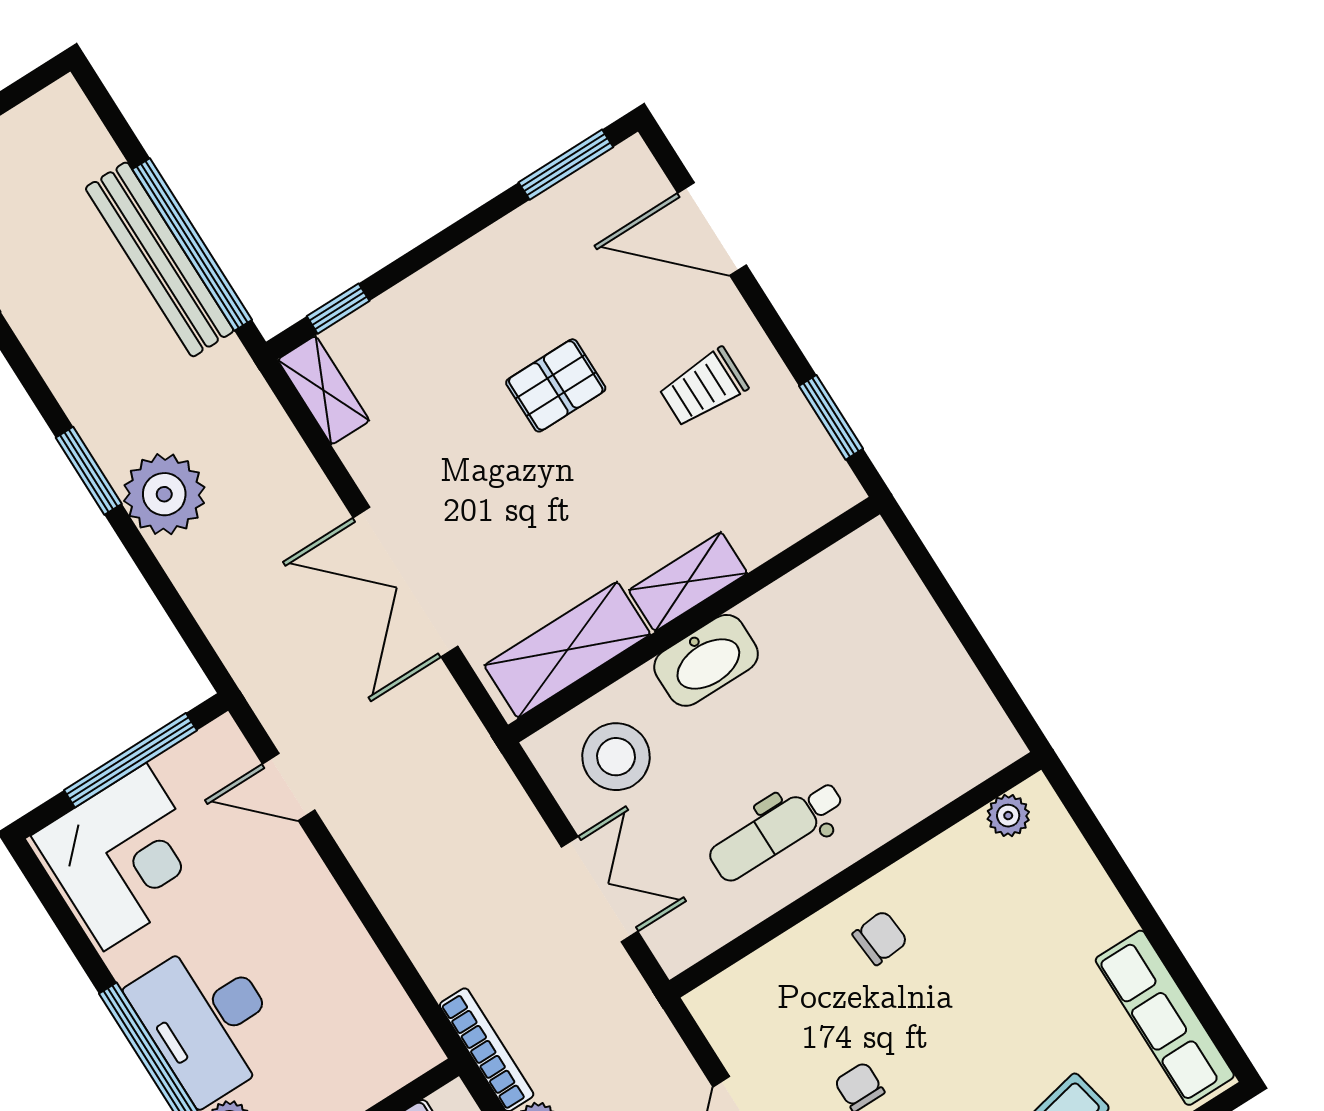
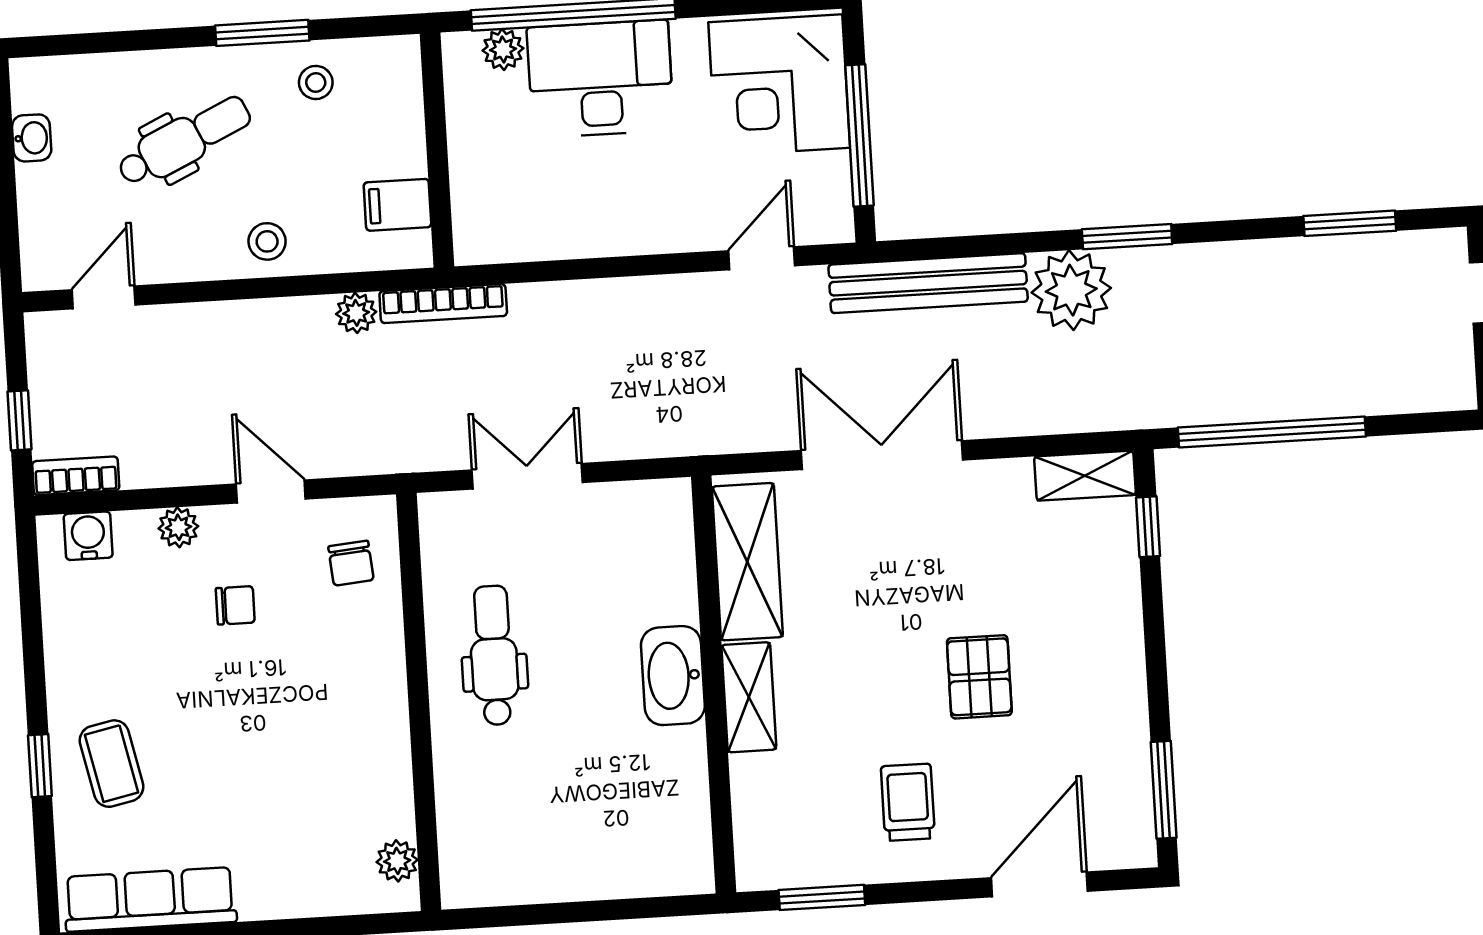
bench: (160, 259) -> (928, 283), moved
stool: (616, 757) -> (633, 553), removed
double door: (600, 889) -> (527, 476), swing flipped
chair: (880, 938) -> (351, 563), moved

